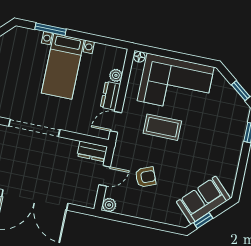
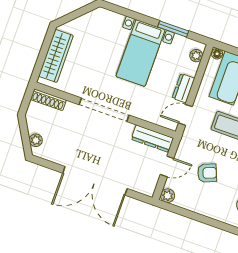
window: (50, 29) -> (173, 29), moved
plant: (116, 75) -> (196, 56), moved
dresser: (92, 151) -> (152, 139), width x1.44

